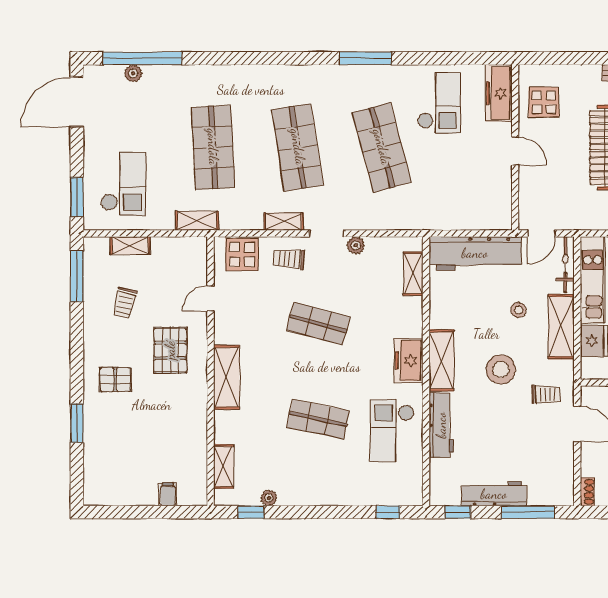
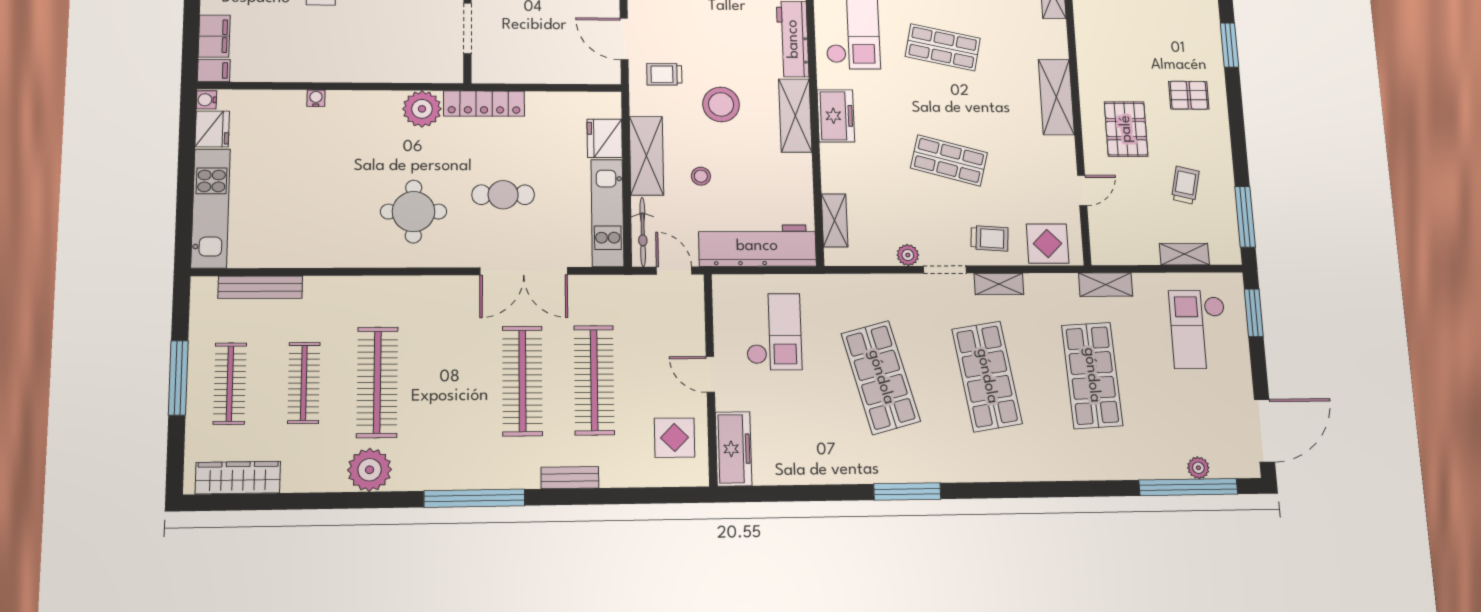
checkout: (439, 103) -> (774, 332), moved, turned 180
door: (541, 233) -> (674, 271), hinge flipped

